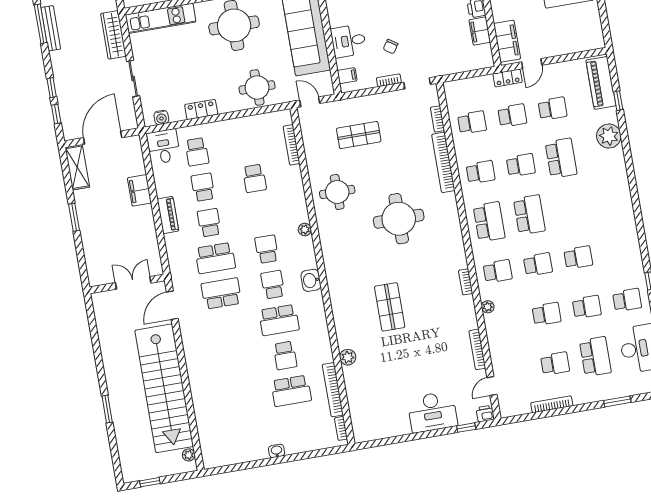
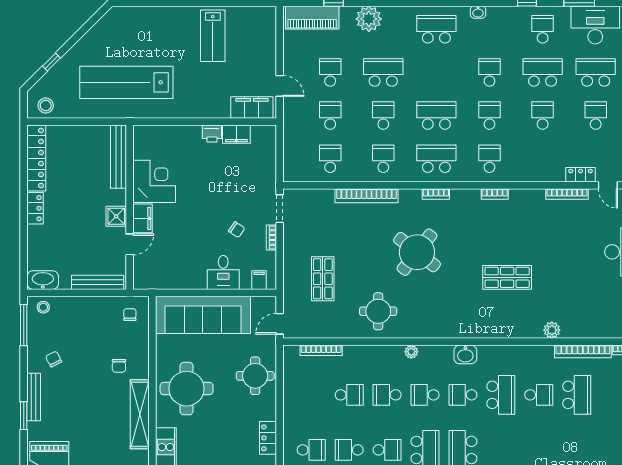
locker: (508, 78) -> (581, 175), moved, turned -90
bookcase: (437, 119) -> (436, 194), moved
school desk: (610, 201) -> (436, 29), added
school desk: (261, 214) -> (387, 395), added
round table: (399, 219) -> (417, 252), turned 38
school desk: (209, 223) -> (387, 450), turned 180
washbasin: (633, 237) -> (478, 12), added
plant: (488, 307) -> (525, 175), removed
school desk: (587, 307) -> (543, 72), width x1.85

